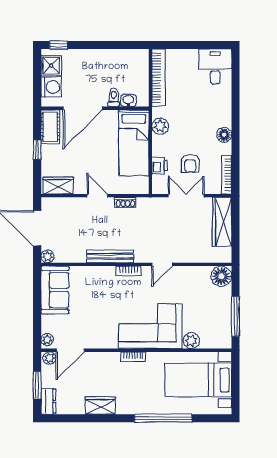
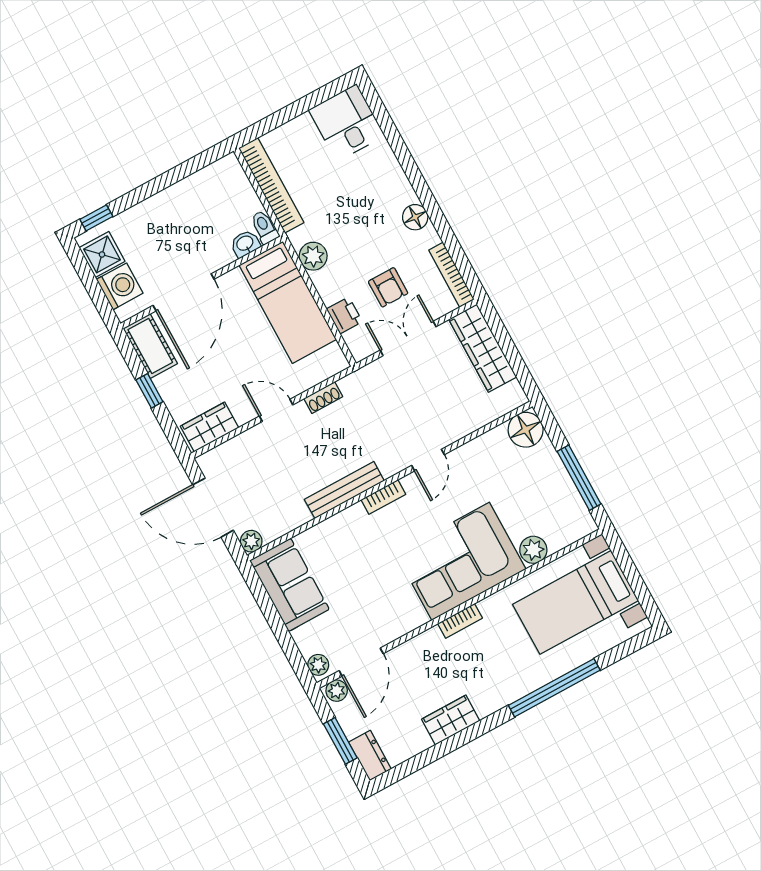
toilet: (114, 97) -> (264, 227), moved

